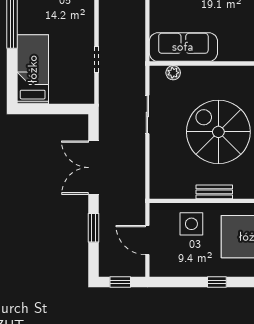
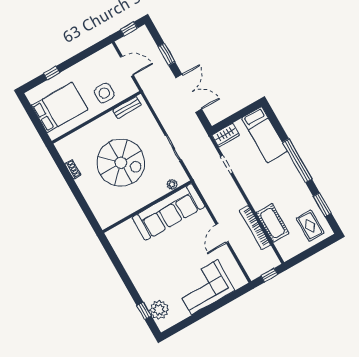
sofa: (183, 47) -> (168, 212), width x1.36, depth x1.27
wardrobe: (78, 94) -> (226, 135), added
bench: (214, 192) -> (127, 108), moved
window: (217, 282) -> (52, 73), moved

